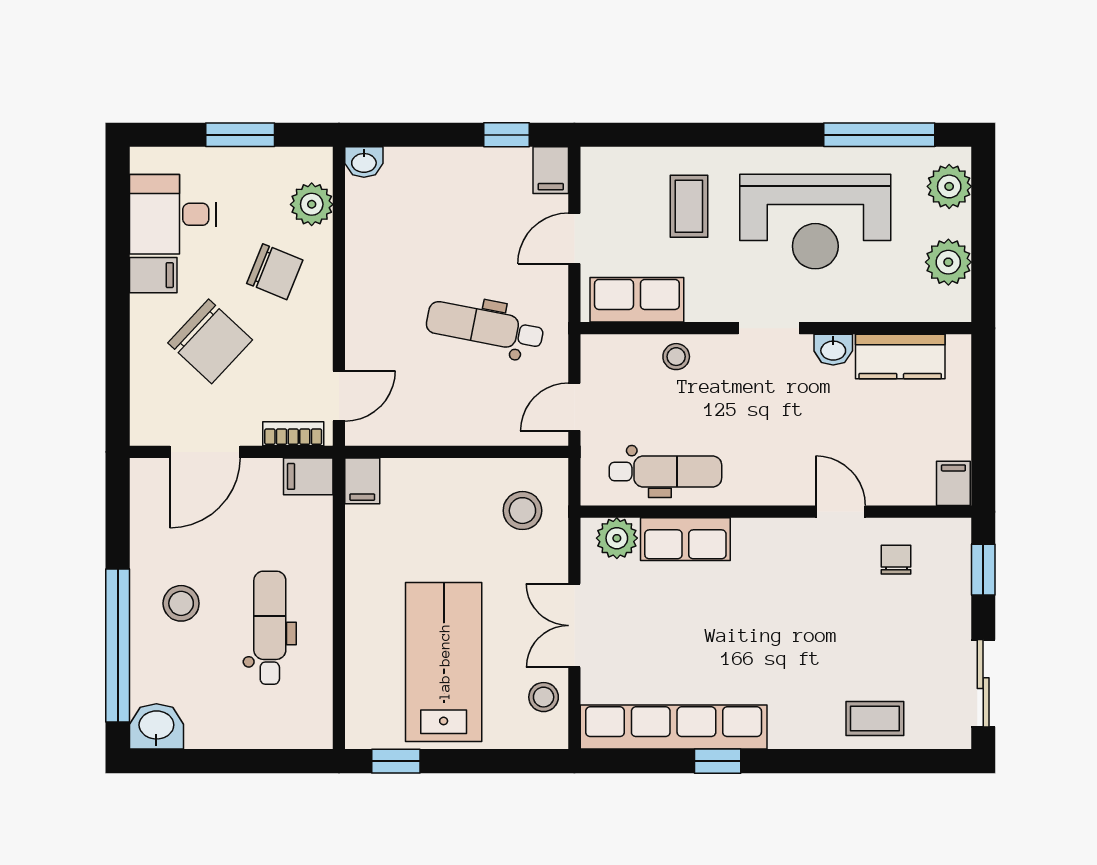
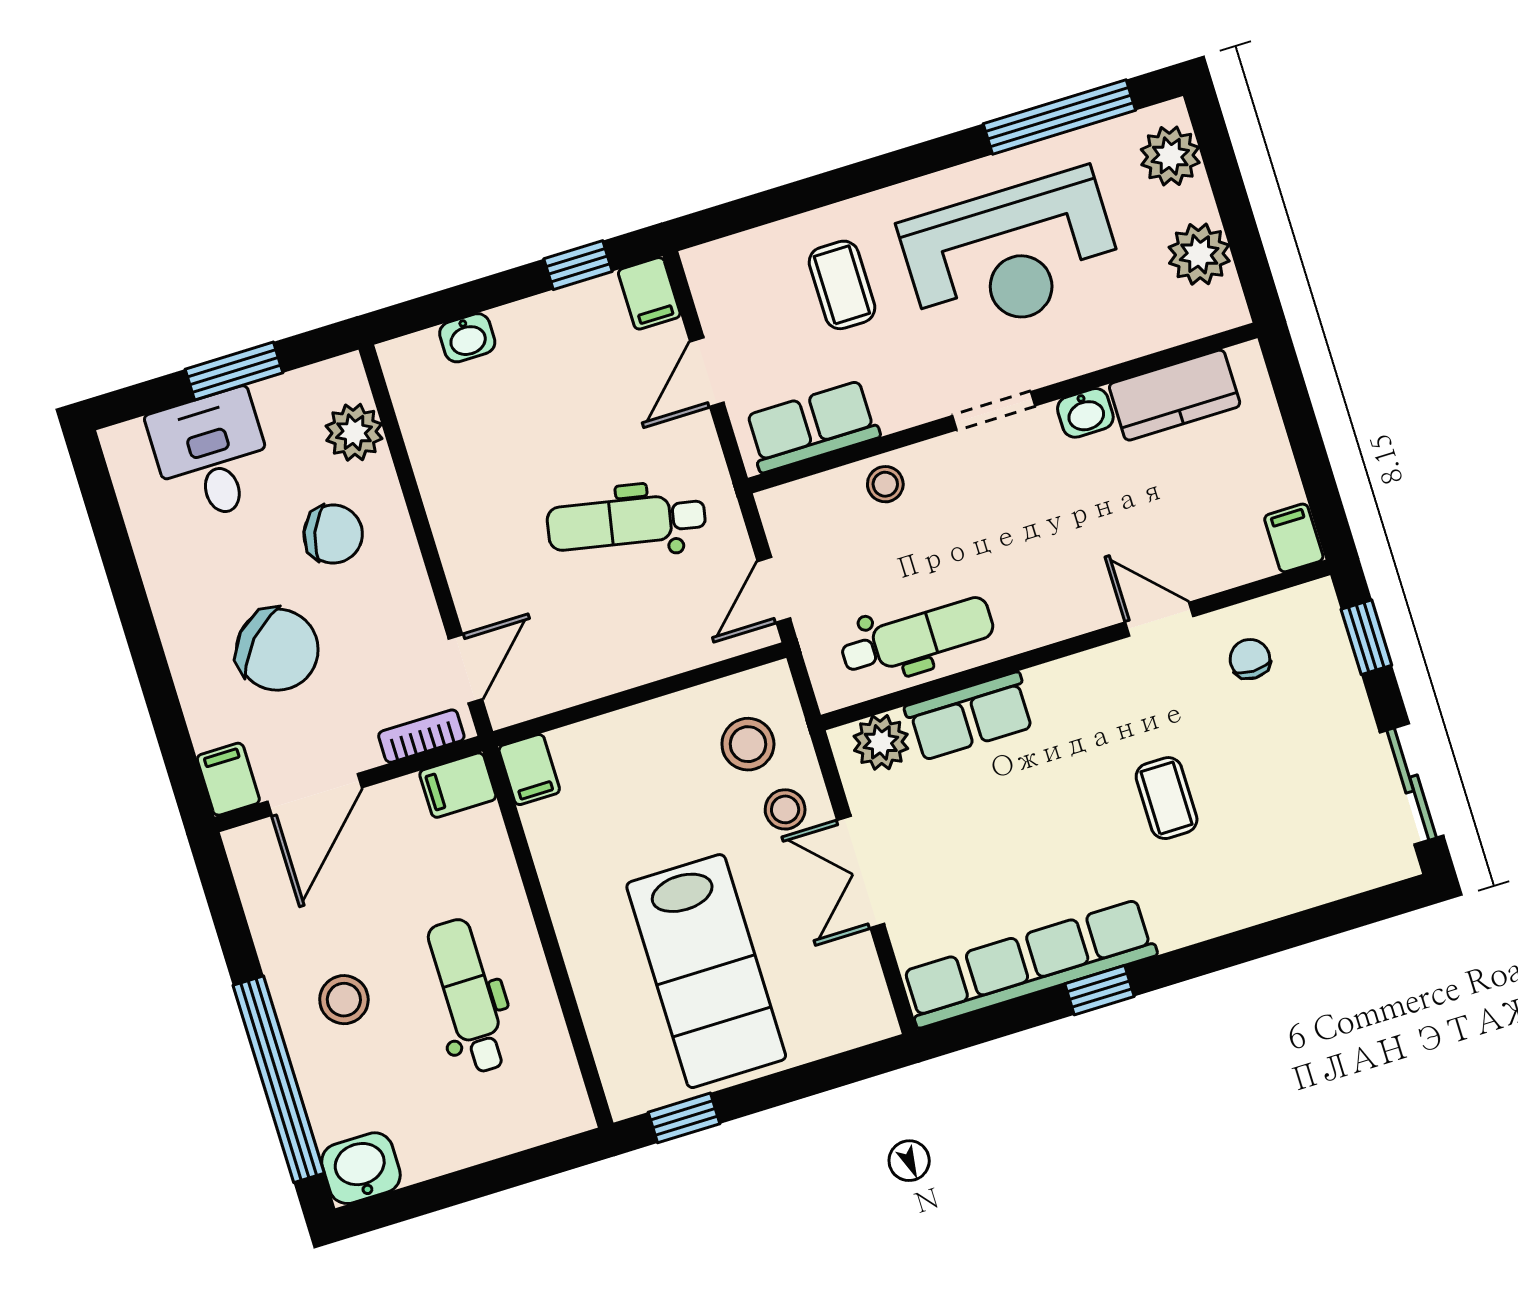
washbasin: (364, 162) -> (467, 338), moved
desk: (173, 214) -> (212, 456), moved, turned 90
filing cabinet: (153, 275) -> (228, 779), moved, turned -90
lab bench: (444, 662) -> (706, 971), turned 180
stool: (544, 697) -> (785, 809), moved
coffee table: (875, 719) -> (1167, 798), moved, turned 90

